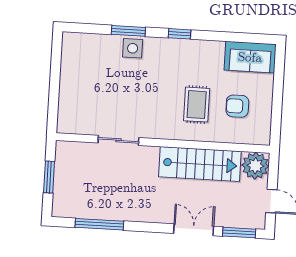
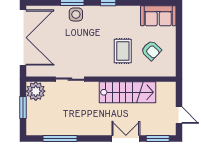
double door: (55, 77) -> (23, 38), added
armchair: (237, 106) -> (151, 50), turned -136
plant: (255, 166) -> (36, 91), moved

